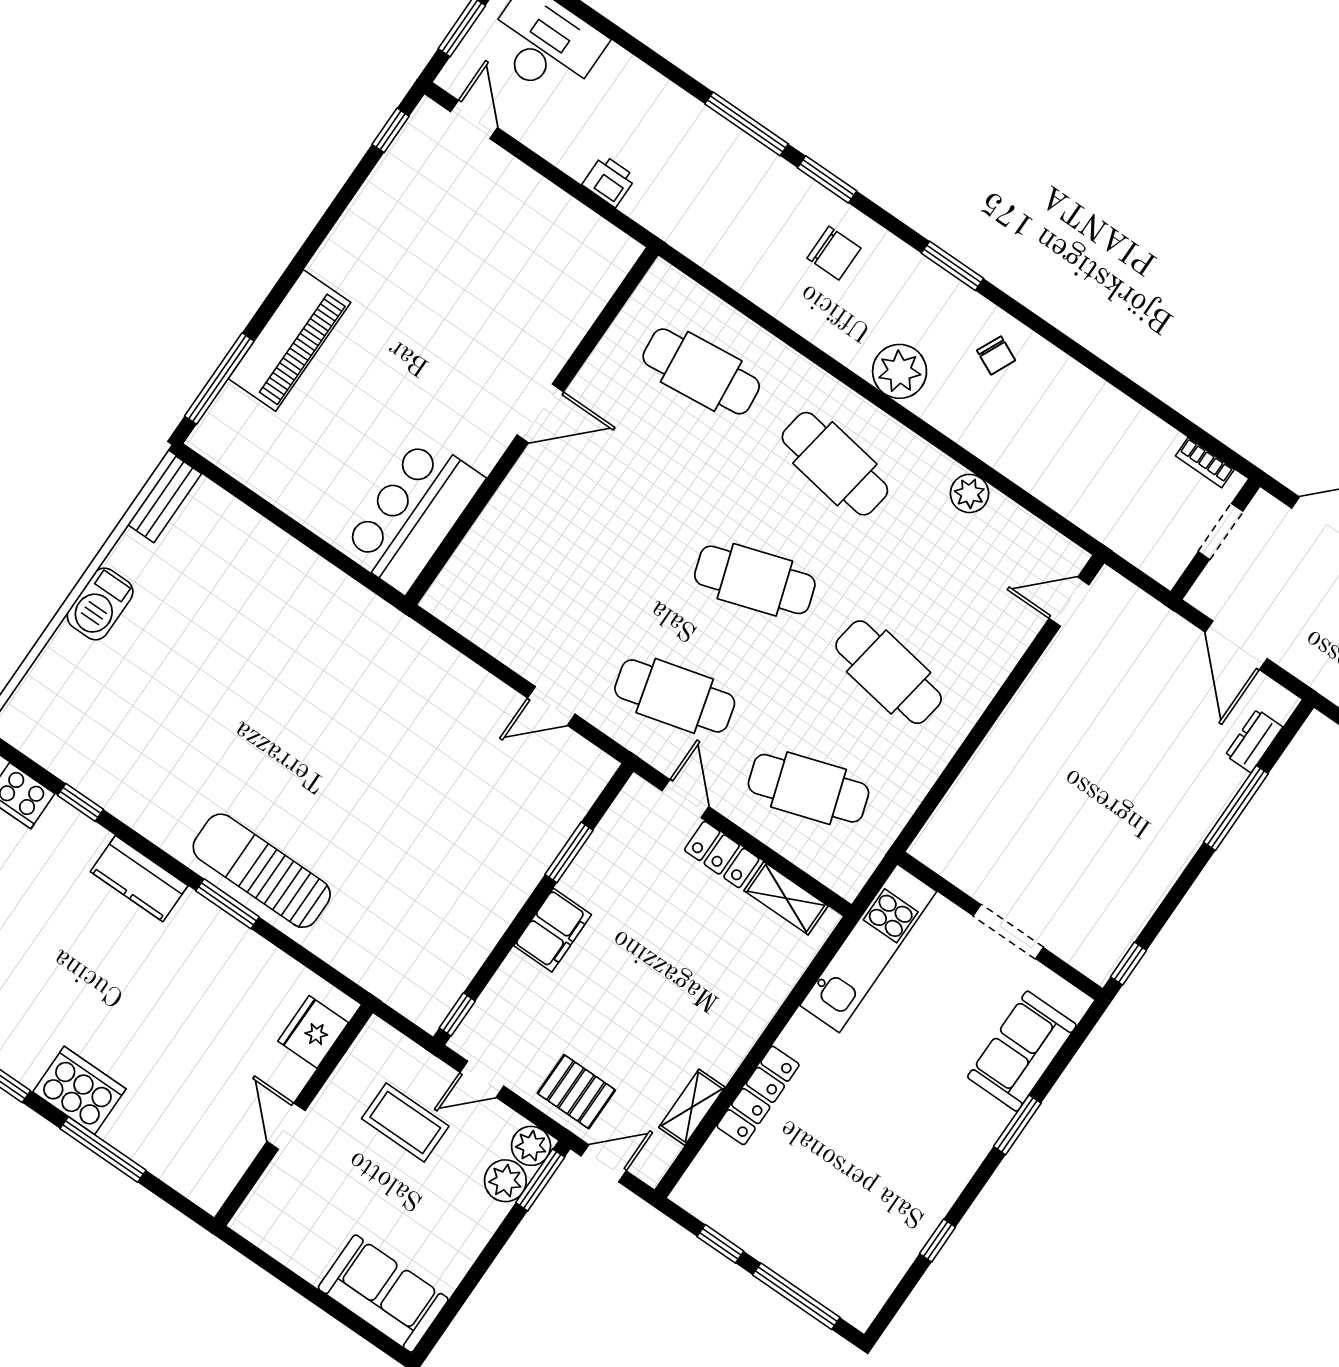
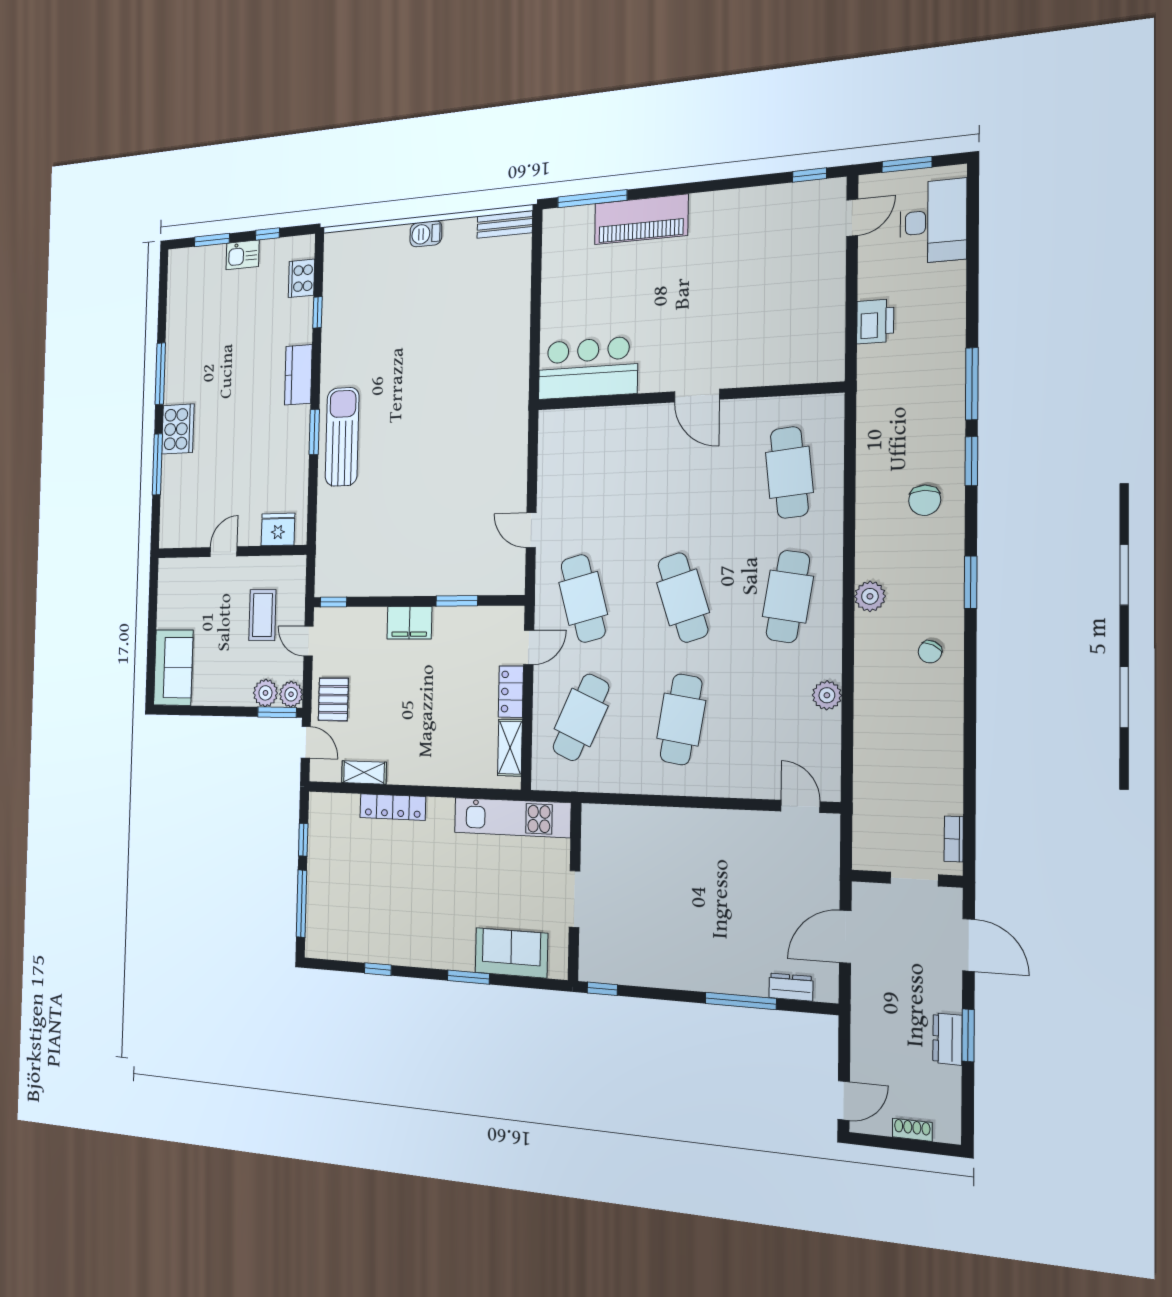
printer: (609, 181) -> (875, 321), width x1.36, depth x1.24
plant: (900, 371) -> (870, 596), width x0.73, depth x0.73
barbecue: (100, 604) -> (426, 234), width x0.73, depth x0.79
cafe table: (808, 788) -> (581, 717), turned 42

